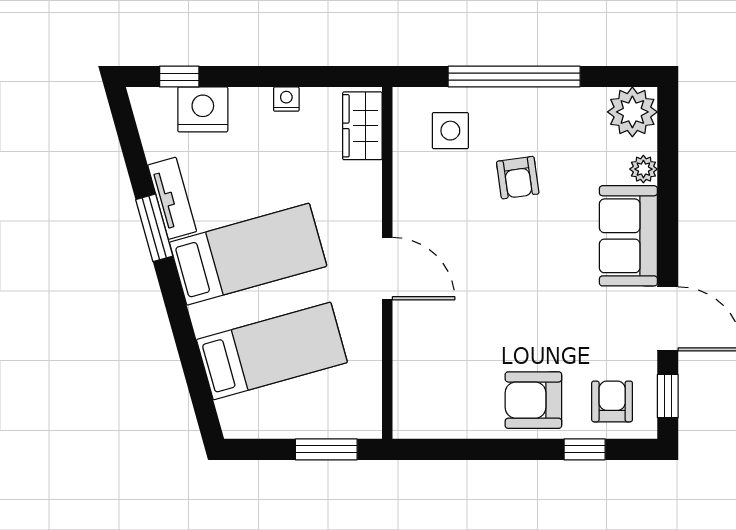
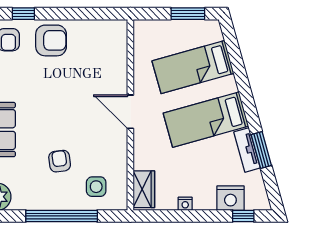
window: (154, 228) -> (261, 150), moved
window: (326, 449) -> (188, 14), moved

